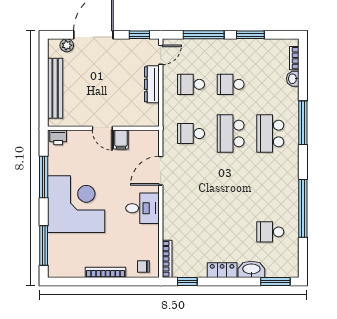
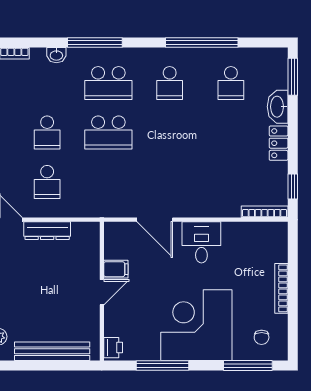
washbasin: (293, 79) -> (56, 55), moved
school desk: (191, 134) -> (170, 83), moved
chair: (143, 267) -> (262, 337), moved

